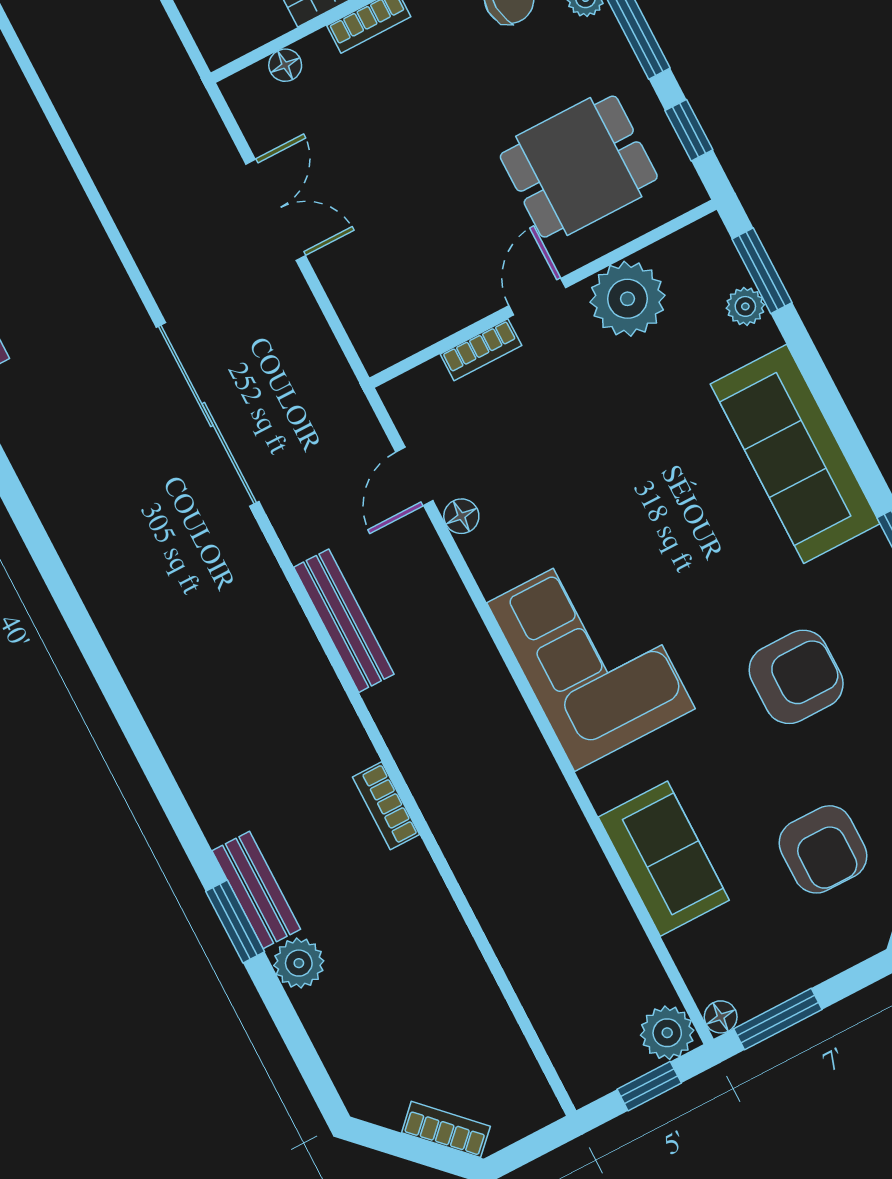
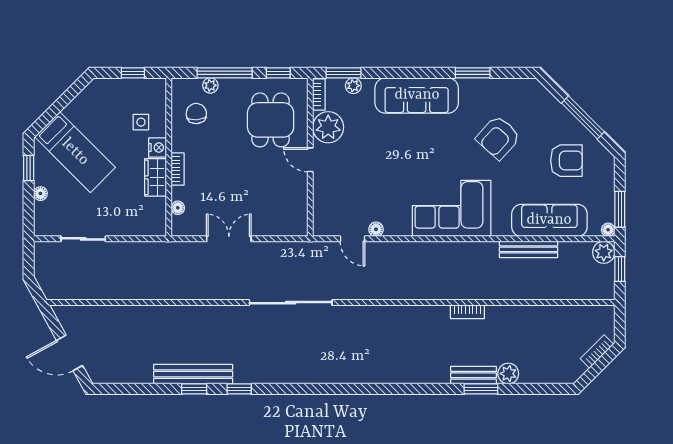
bookcase: (481, 350) -> (319, 94), moved
bench: (344, 621) -> (529, 249), moved
armchair: (796, 677) -> (498, 138), turned -138
sofa: (664, 859) -> (549, 220), width x1.36

